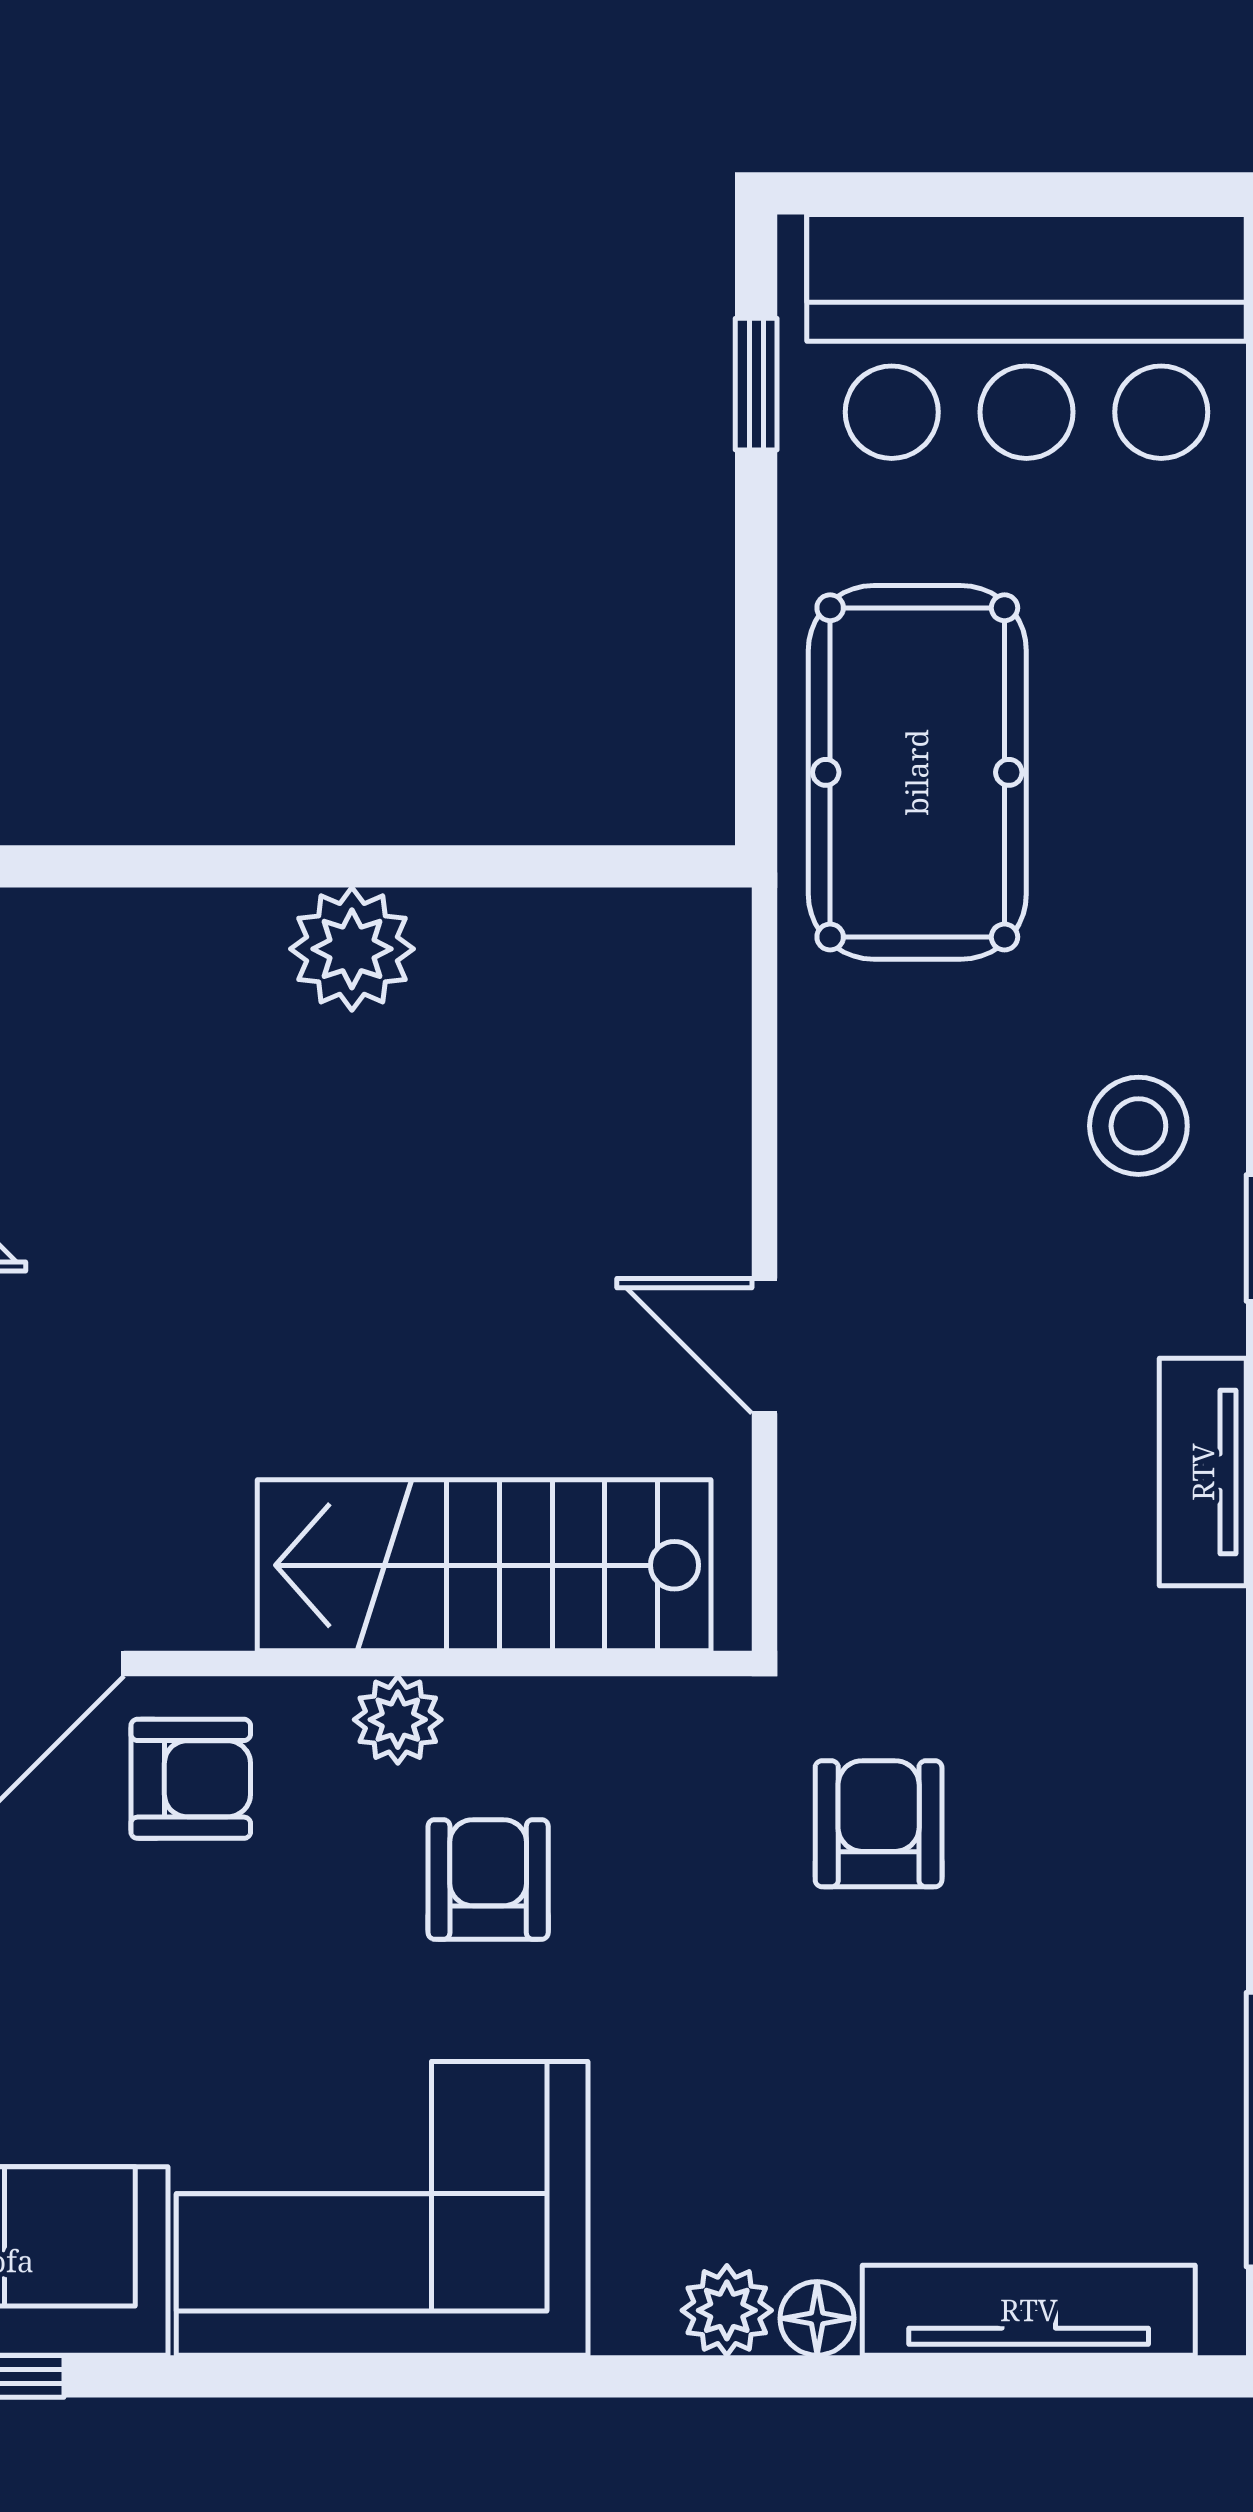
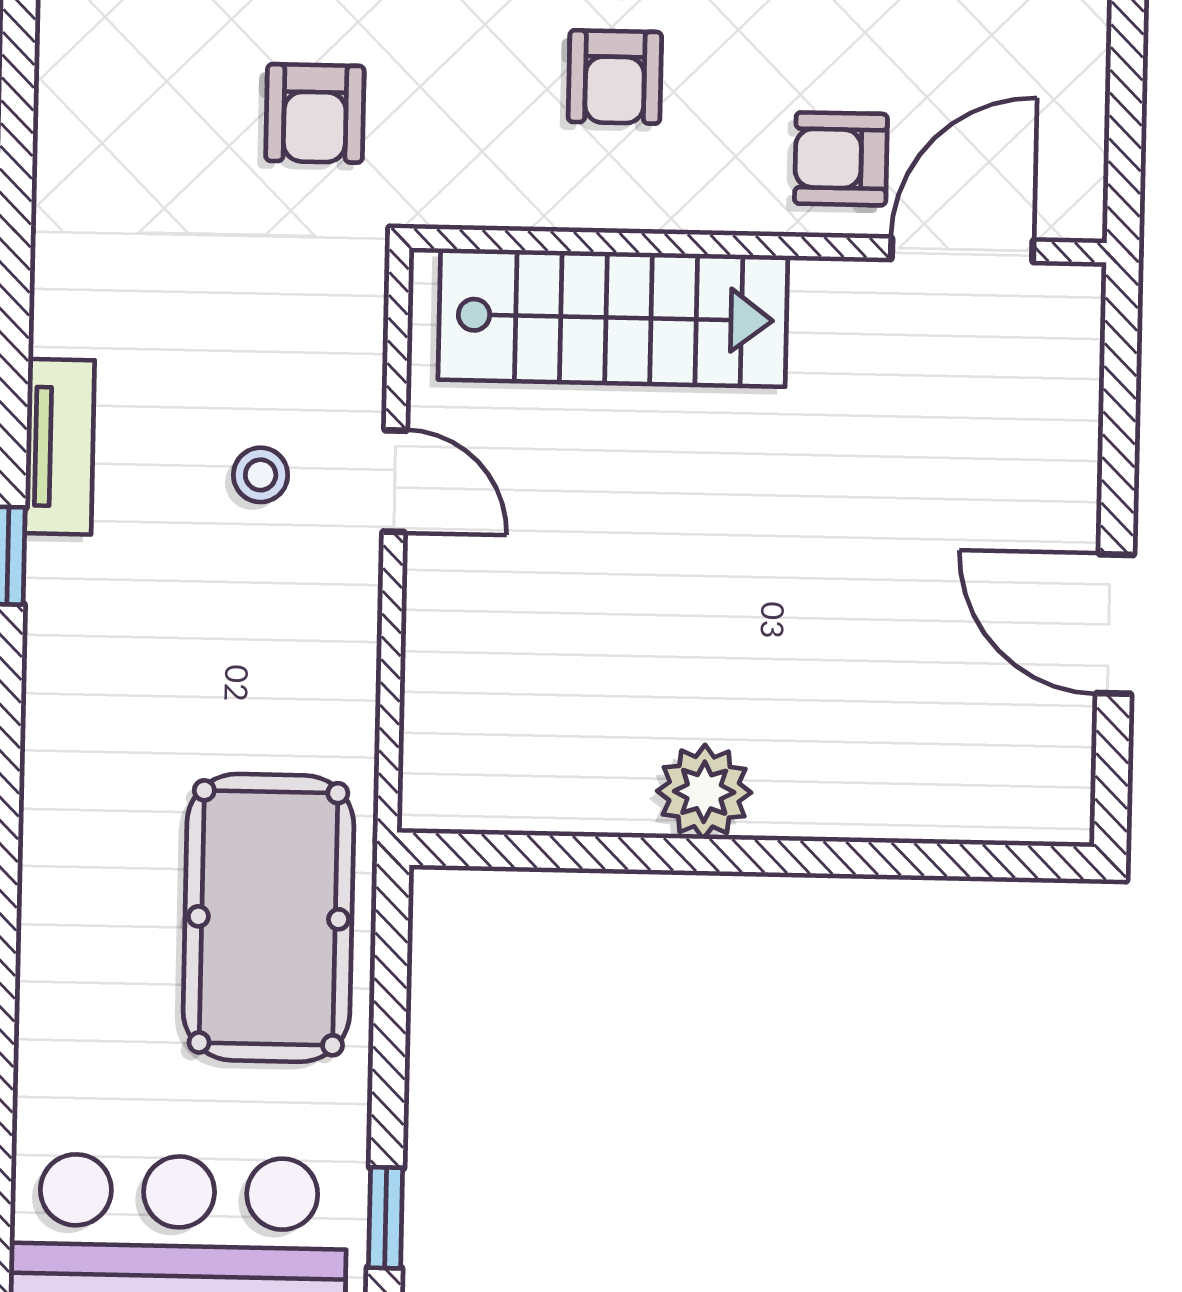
stool: (1138, 1126) -> (261, 475), moved, width x0.73, depth x0.73
tv unit: (1203, 1472) -> (60, 447), moved
plant: (398, 1720) -> (681, 201), removed

